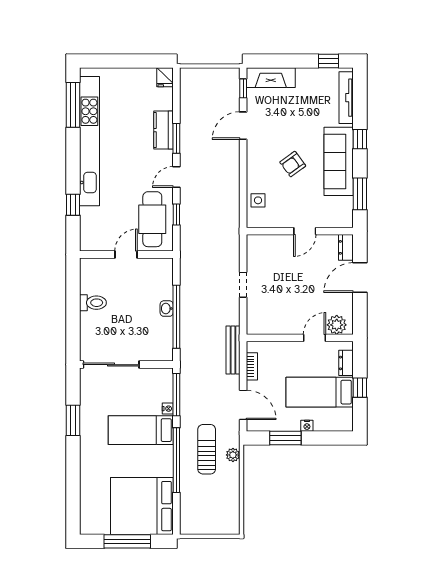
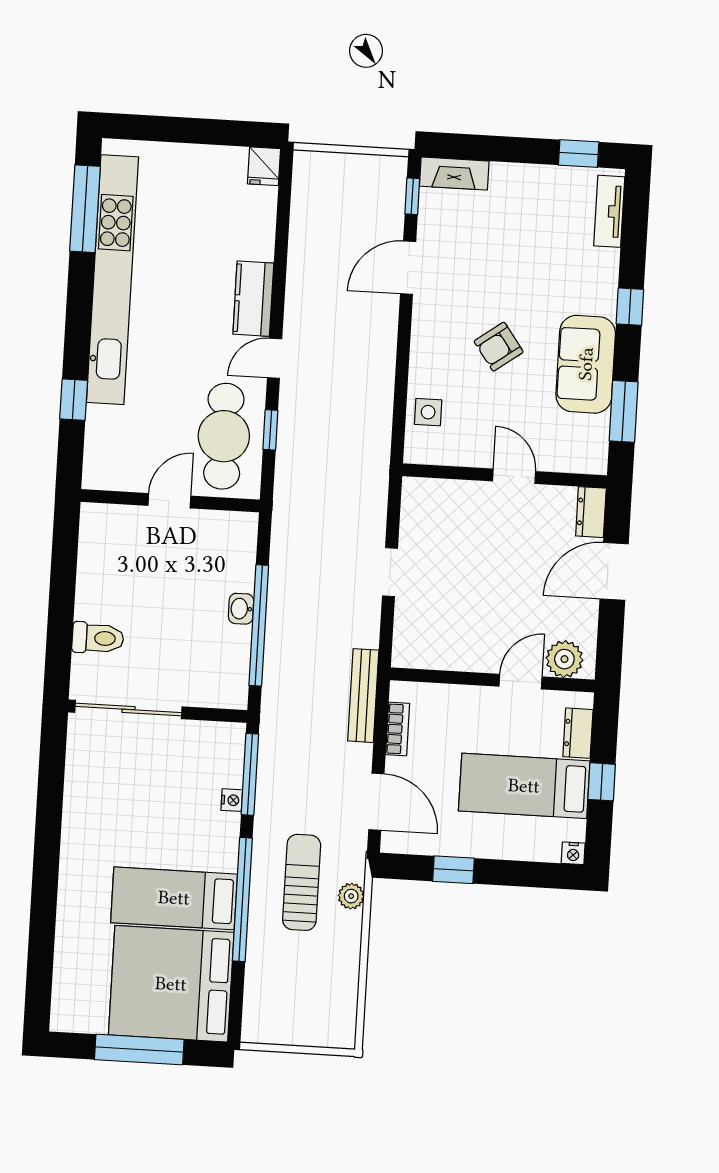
fireplace: (271, 78) -> (454, 174), width x0.73, depth x0.76
tv unit: (346, 98) -> (609, 211), width x0.71
kitchen counter: (163, 130) -> (253, 299), moved
window: (176, 138) -> (279, 284), removed
sofa: (339, 161) -> (586, 364), width x0.73
door: (305, 231) -> (514, 476), swing flipped
toilet: (93, 303) -> (98, 638), moved
window: (73, 420) -> (49, 812), removed
nightstand: (307, 426) -> (573, 853), moved
bed: (141, 430) -> (174, 898), moved
window: (285, 438) -> (453, 870), width x0.67

